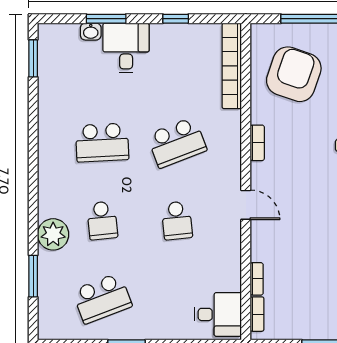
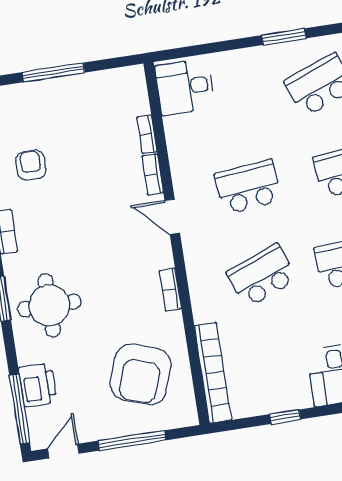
school desk: (177, 220) -> (248, 187), width x1.85
bookcase: (257, 314) -> (153, 174), moved

